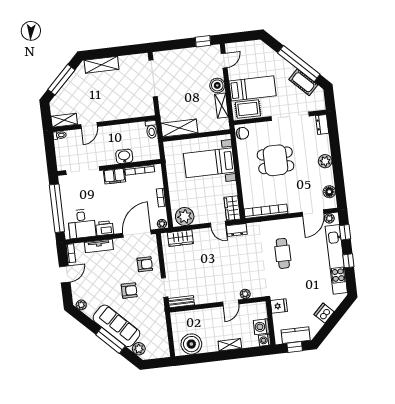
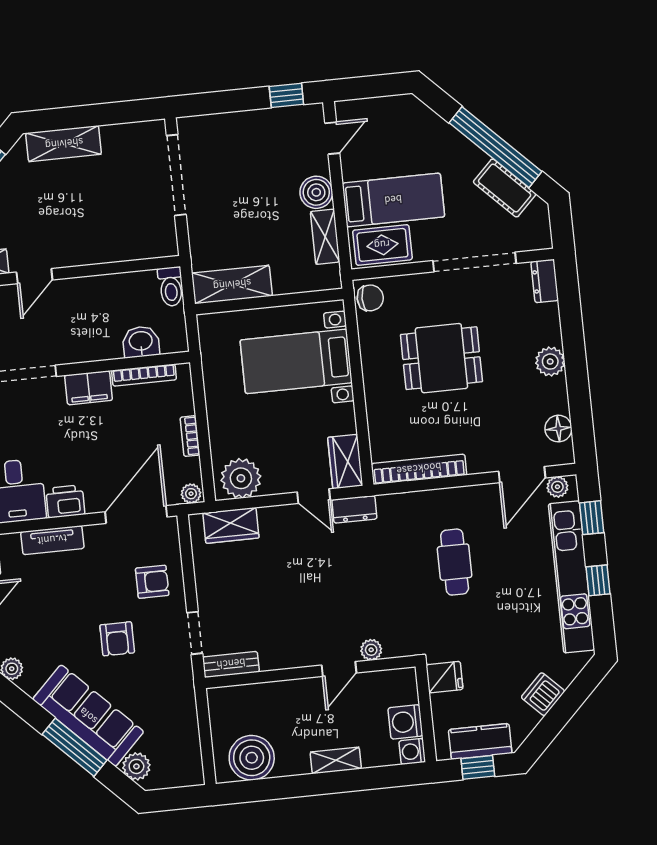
washbasin: (124, 156) -> (141, 342), moved
armchair: (129, 291) -> (117, 639), turned 90

